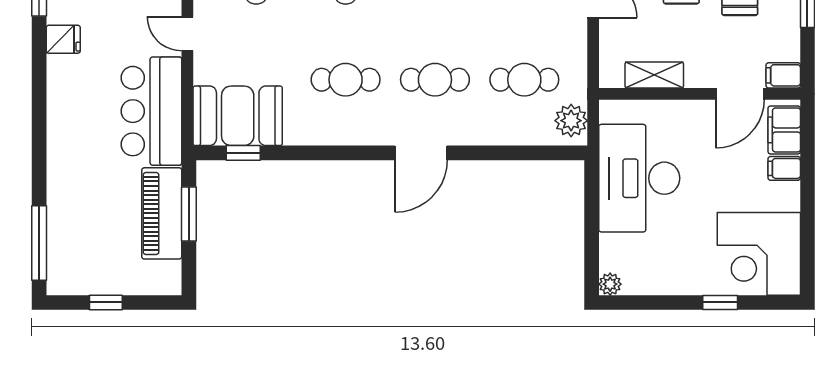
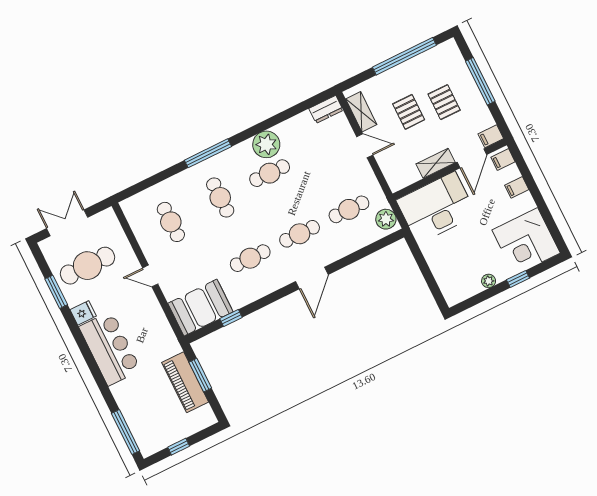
shelving: (654, 75) -> (436, 163), moved
bar counter: (151, 111) -> (110, 348), moved, turned 180
filing cabinet: (784, 130) -> (503, 159), width x0.50
window: (243, 153) -> (231, 318), moved
desk: (639, 178) -> (436, 208), moved, turned 90
plant: (610, 284) -> (489, 281), moved

